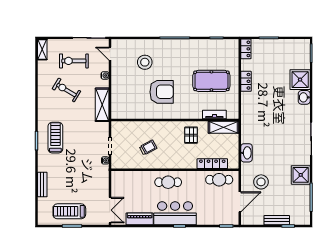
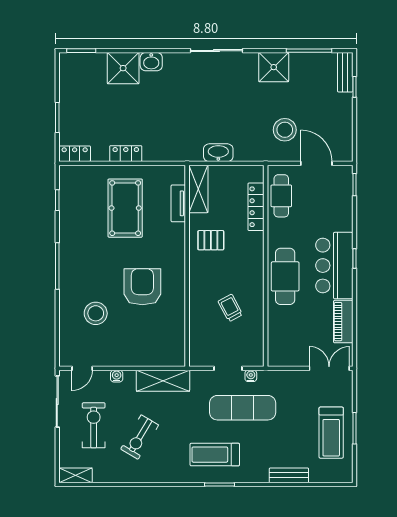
exercise bike: (74, 61) -> (94, 425), turned 180
washbasin: (247, 153) -> (218, 153), moved
exercise mat: (85, 155) -> (243, 408), added
cafe table: (168, 182) -> (285, 276), width x1.37, depth x1.35
bench: (277, 220) -> (345, 72), moved

